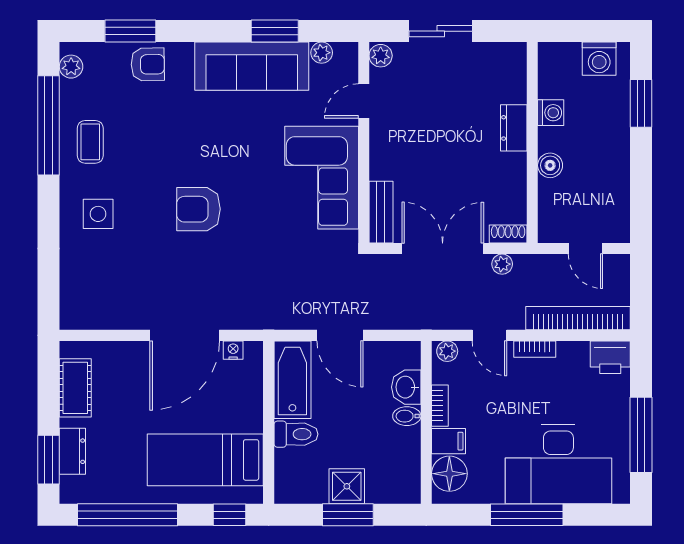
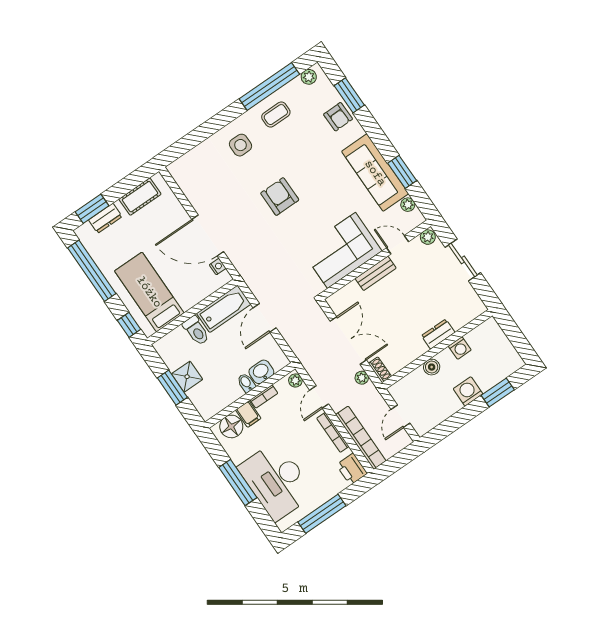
washing machine: (599, 59) -> (468, 391), moved, turned 90
bench: (381, 212) -> (376, 273), moved
bookcase: (535, 349) -> (333, 432), width x1.56

